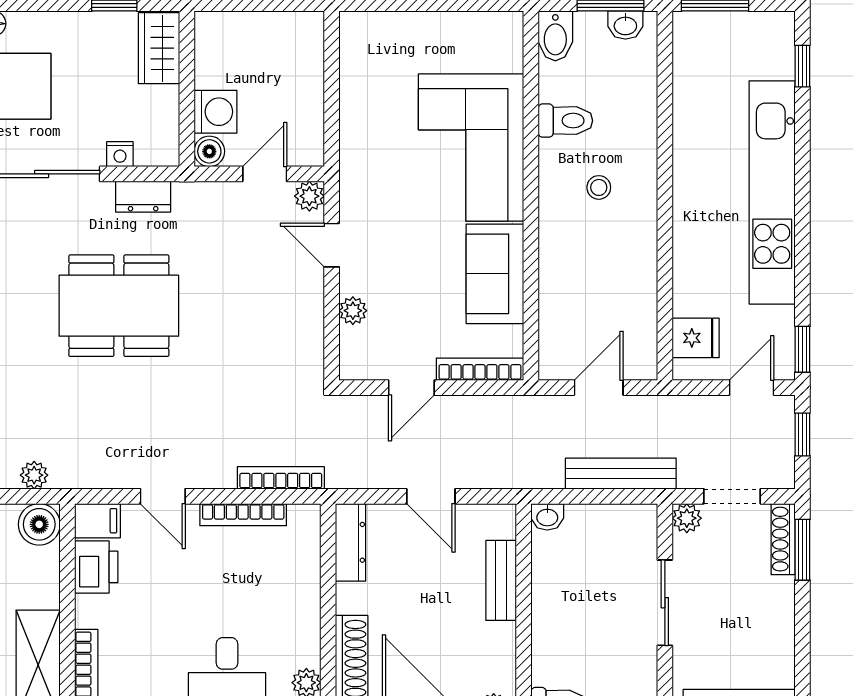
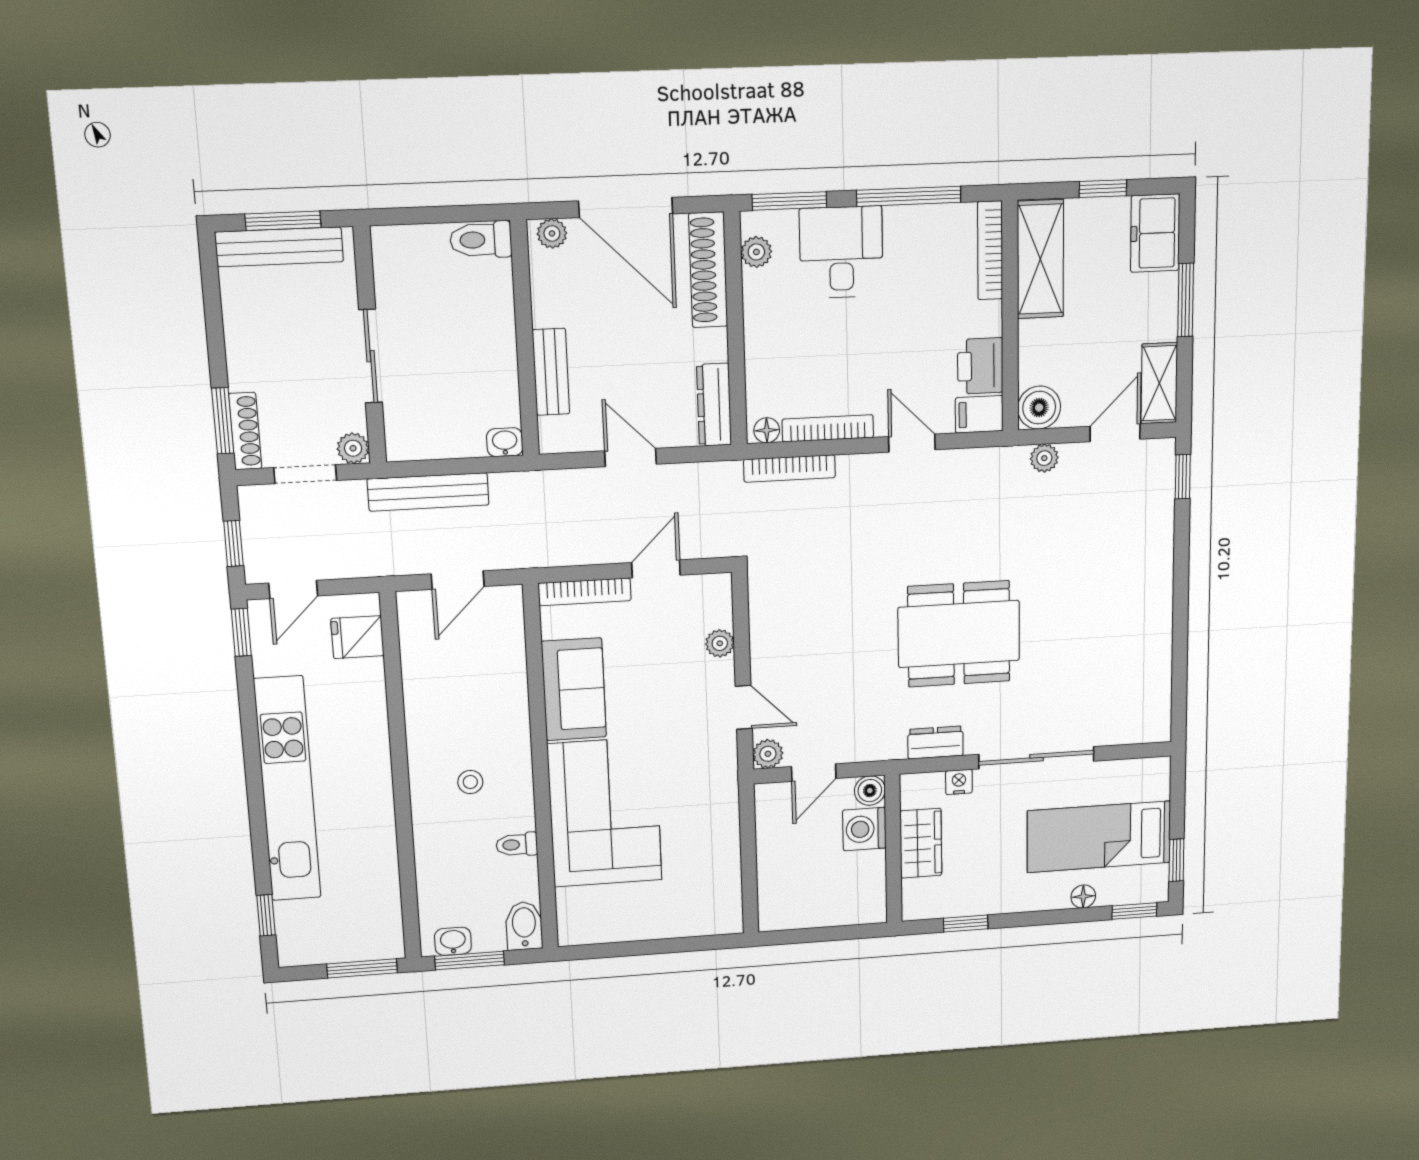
wardrobe: (159, 48) -> (921, 843), moved
toilet: (565, 121) -> (517, 845), width x0.73, depth x0.72
floor lamp: (301, 516) -> (767, 430), added

